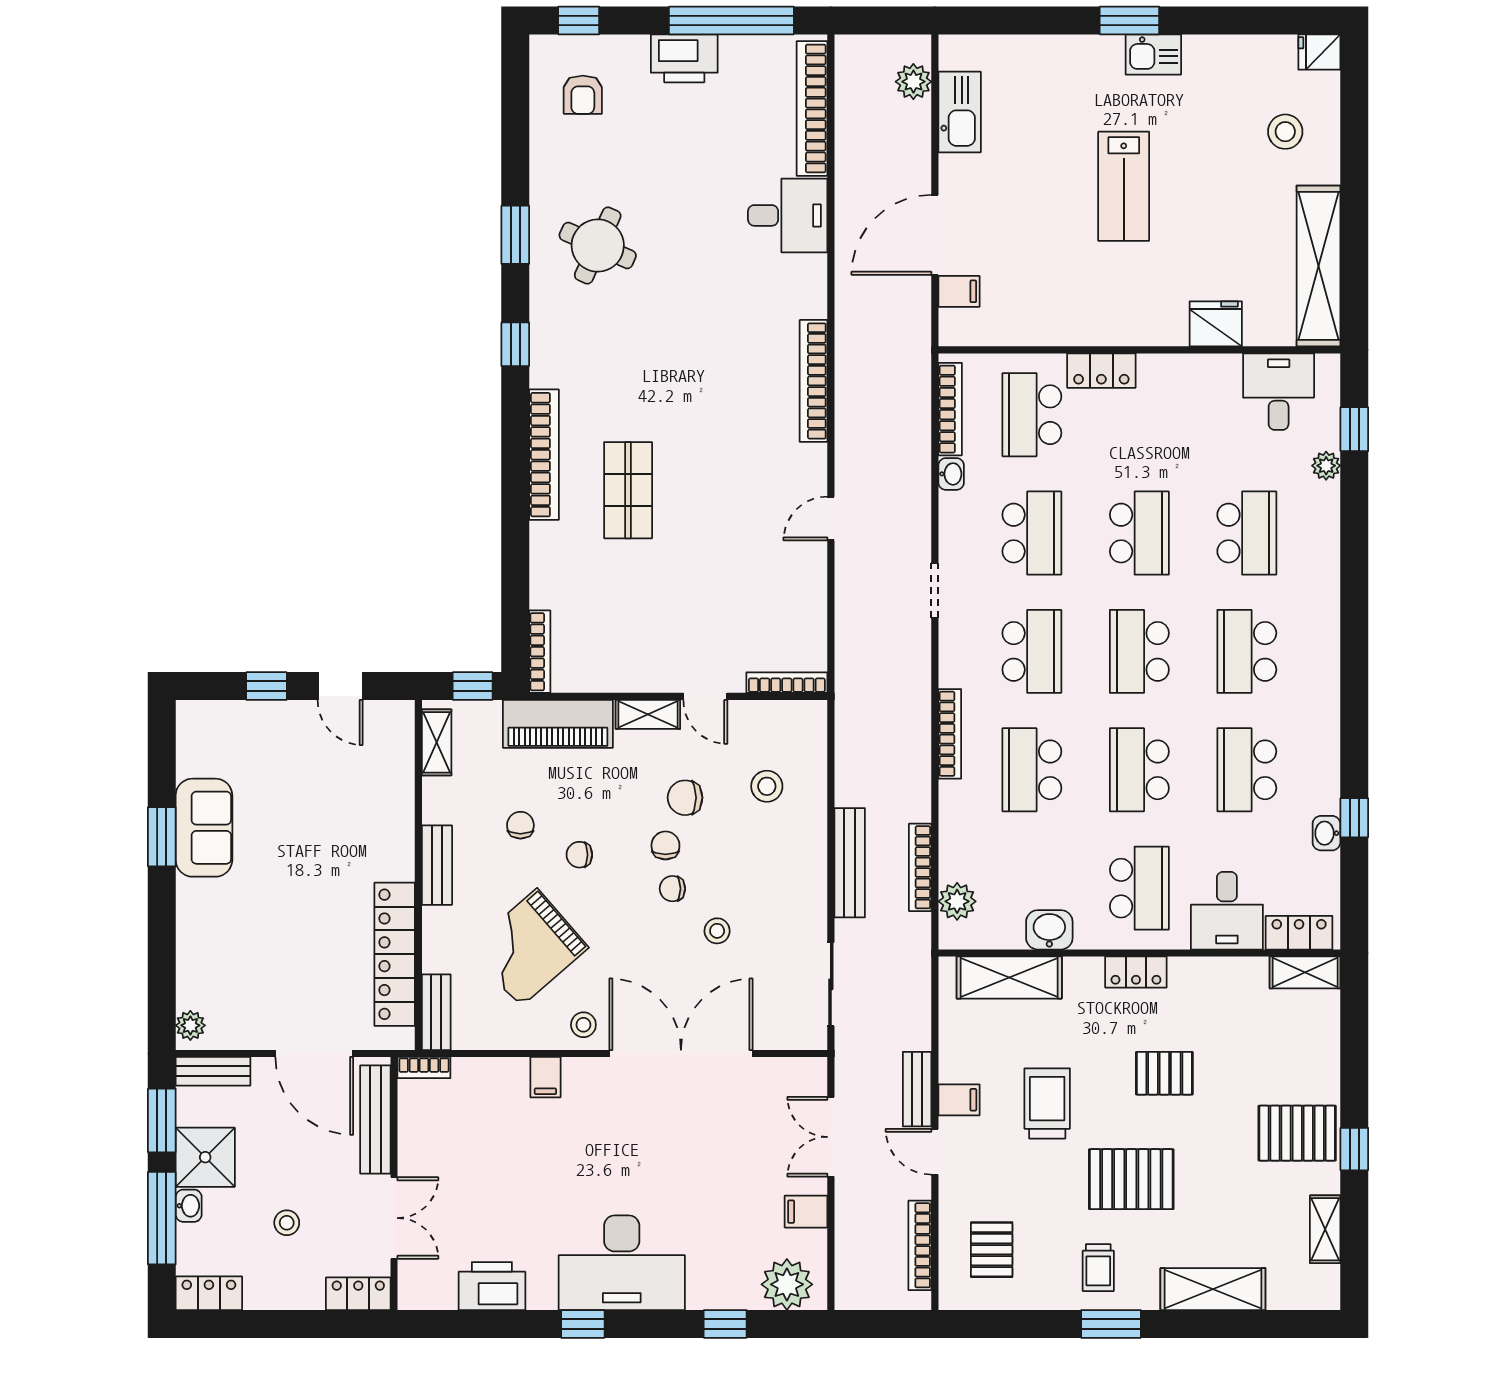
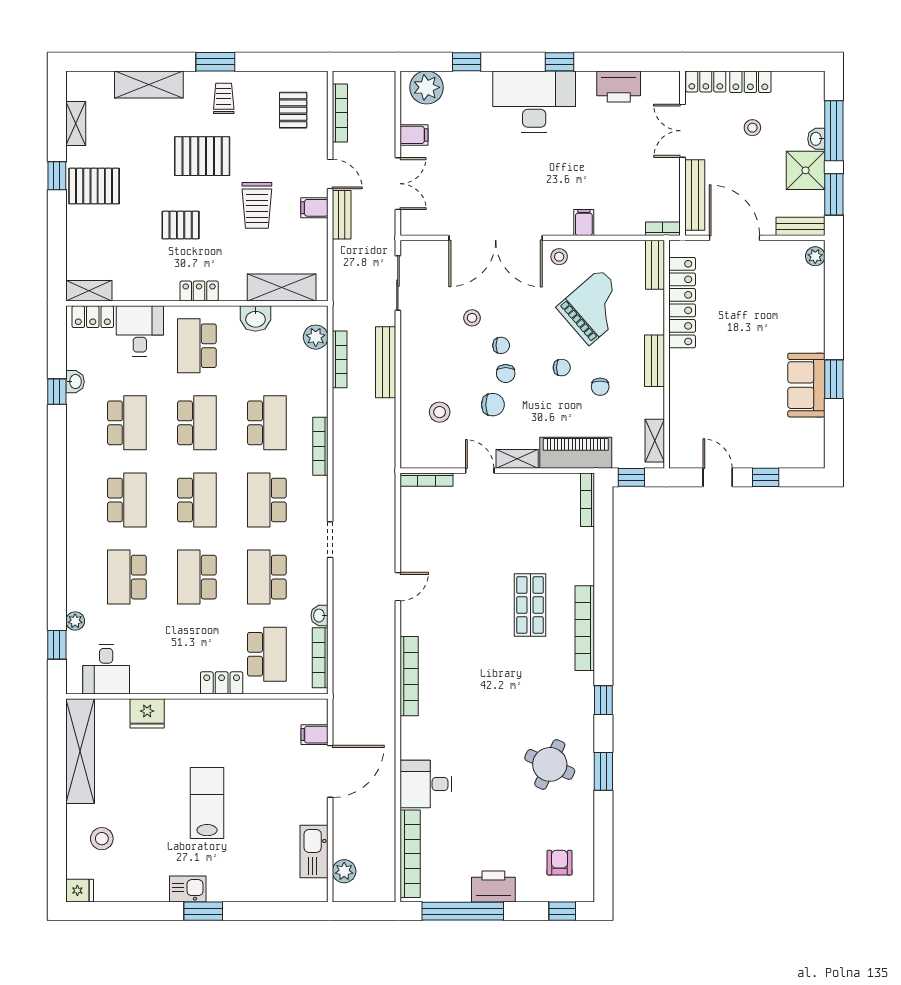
locker: (209, 1293) -> (750, 82), moved

